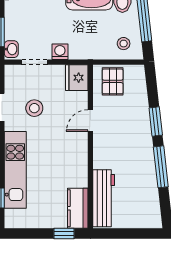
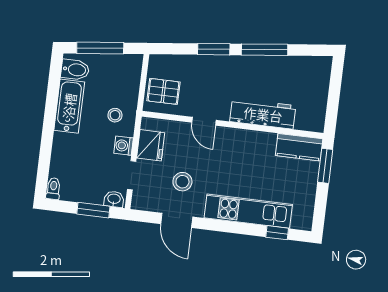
stool: (124, 44) -> (115, 115), moved
fridge: (77, 78) -> (151, 145), moved, turned -90
workbench: (104, 198) -> (263, 114), moved
window: (64, 234) -> (325, 166), width x1.50

